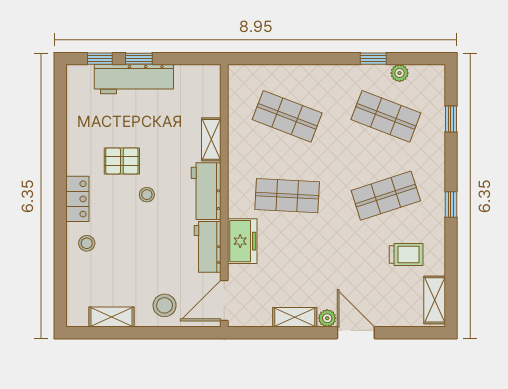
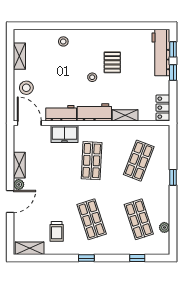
window: (373, 59) -> (173, 177), moved
workbench: (134, 79) -> (161, 52), moved
shop shelf: (386, 116) -> (139, 219), turned -39
locker: (77, 199) -> (163, 108), moved, turned 90

